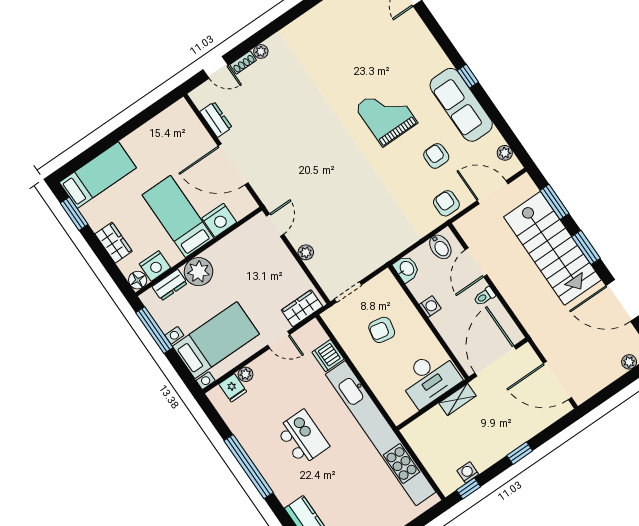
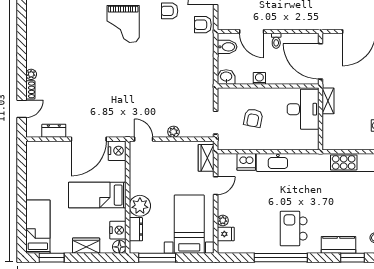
grand piano: (386, 115) -> (123, 24), turned -90
nightstand: (219, 220) -> (117, 151), moved
kitchen island: (303, 437) -> (294, 229), moved, turned -90

